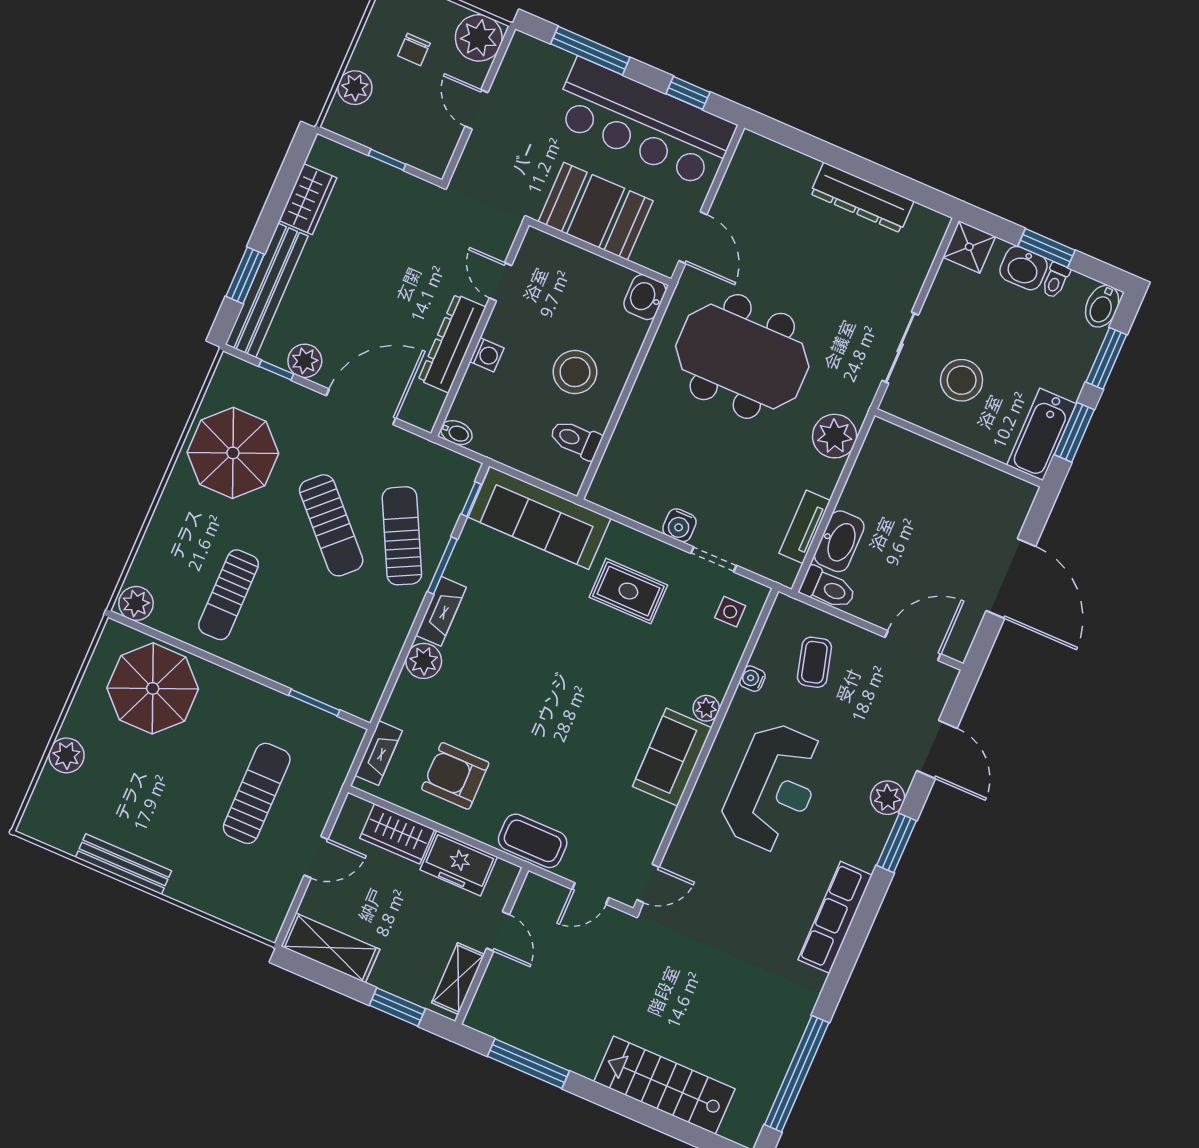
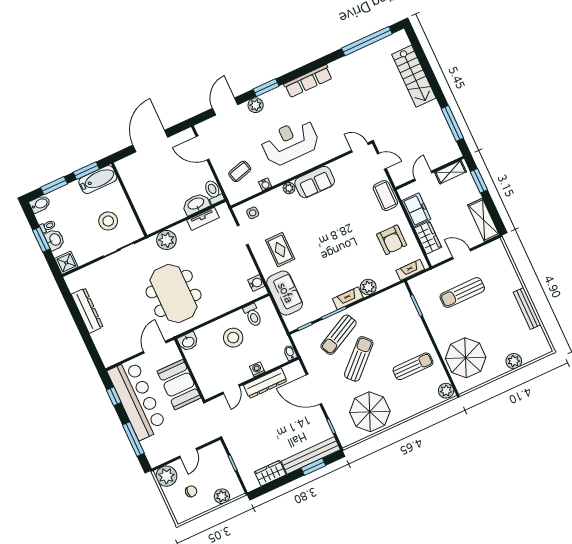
plant: (305, 361) -> (319, 421), removed
sofa: (539, 518) -> (285, 293), width x0.73
water cooler: (679, 525) -> (256, 283), moved

